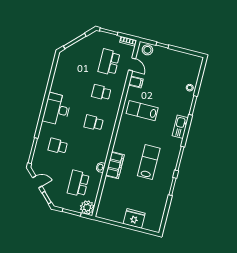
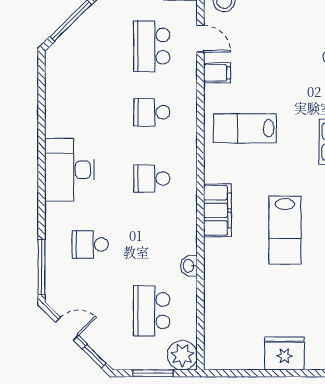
lab bench: (149, 162) -> (285, 230), turned 180
filing cabinet: (115, 165) -> (217, 210), moved

